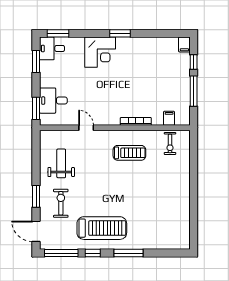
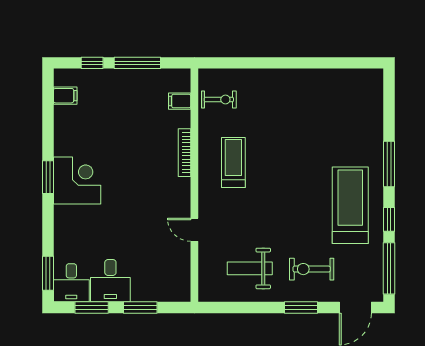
filing cabinet: (184, 44) -> (65, 96), moved
corner desk: (100, 52) -> (77, 180), moved
desk: (53, 101) -> (110, 281), moved
window: (36, 108) -> (140, 308), moved
door: (86, 128) -> (194, 230), hinge flipped

